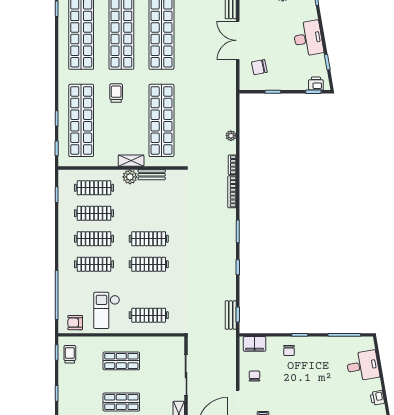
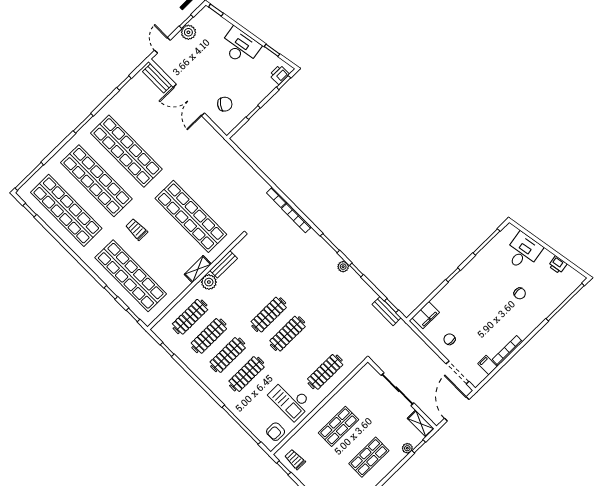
chair: (259, 67) -> (225, 104), turned -133
plant: (231, 136) -> (343, 267), moved
chair: (289, 351) -> (520, 293), moved

